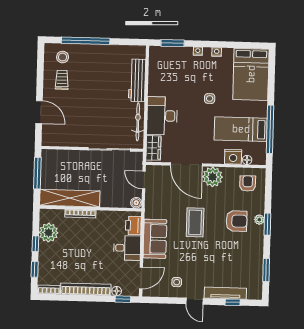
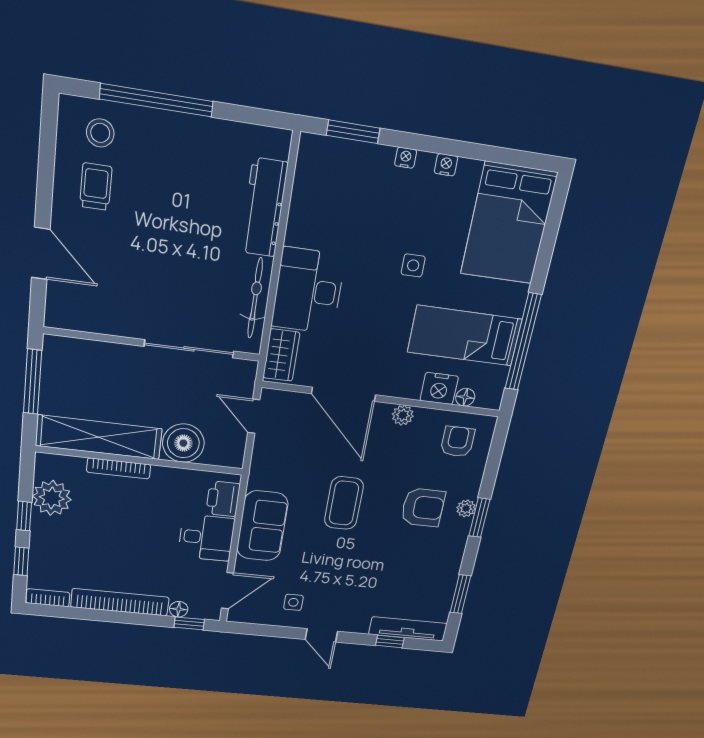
plant: (213, 177) -> (403, 415), width x0.53, depth x0.53
boiler: (136, 203) -> (183, 443), moved, width x1.86, depth x1.86
tv unit: (225, 293) -> (408, 629), moved

